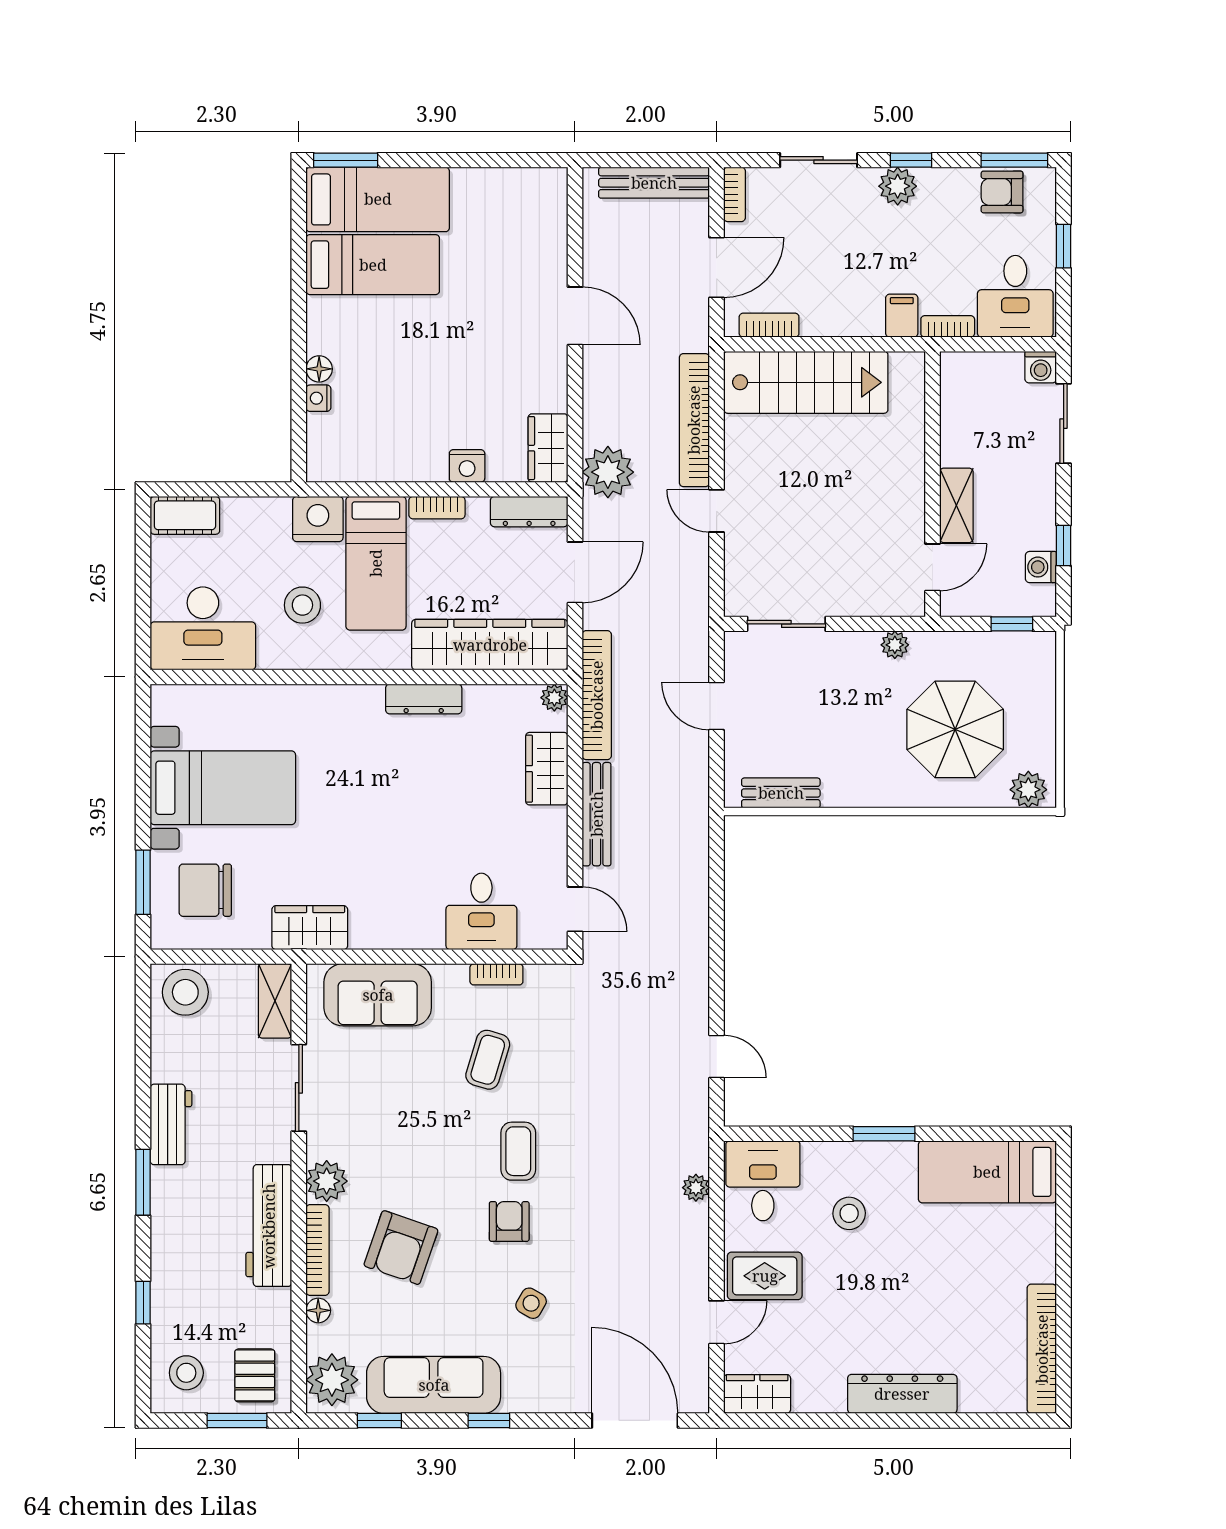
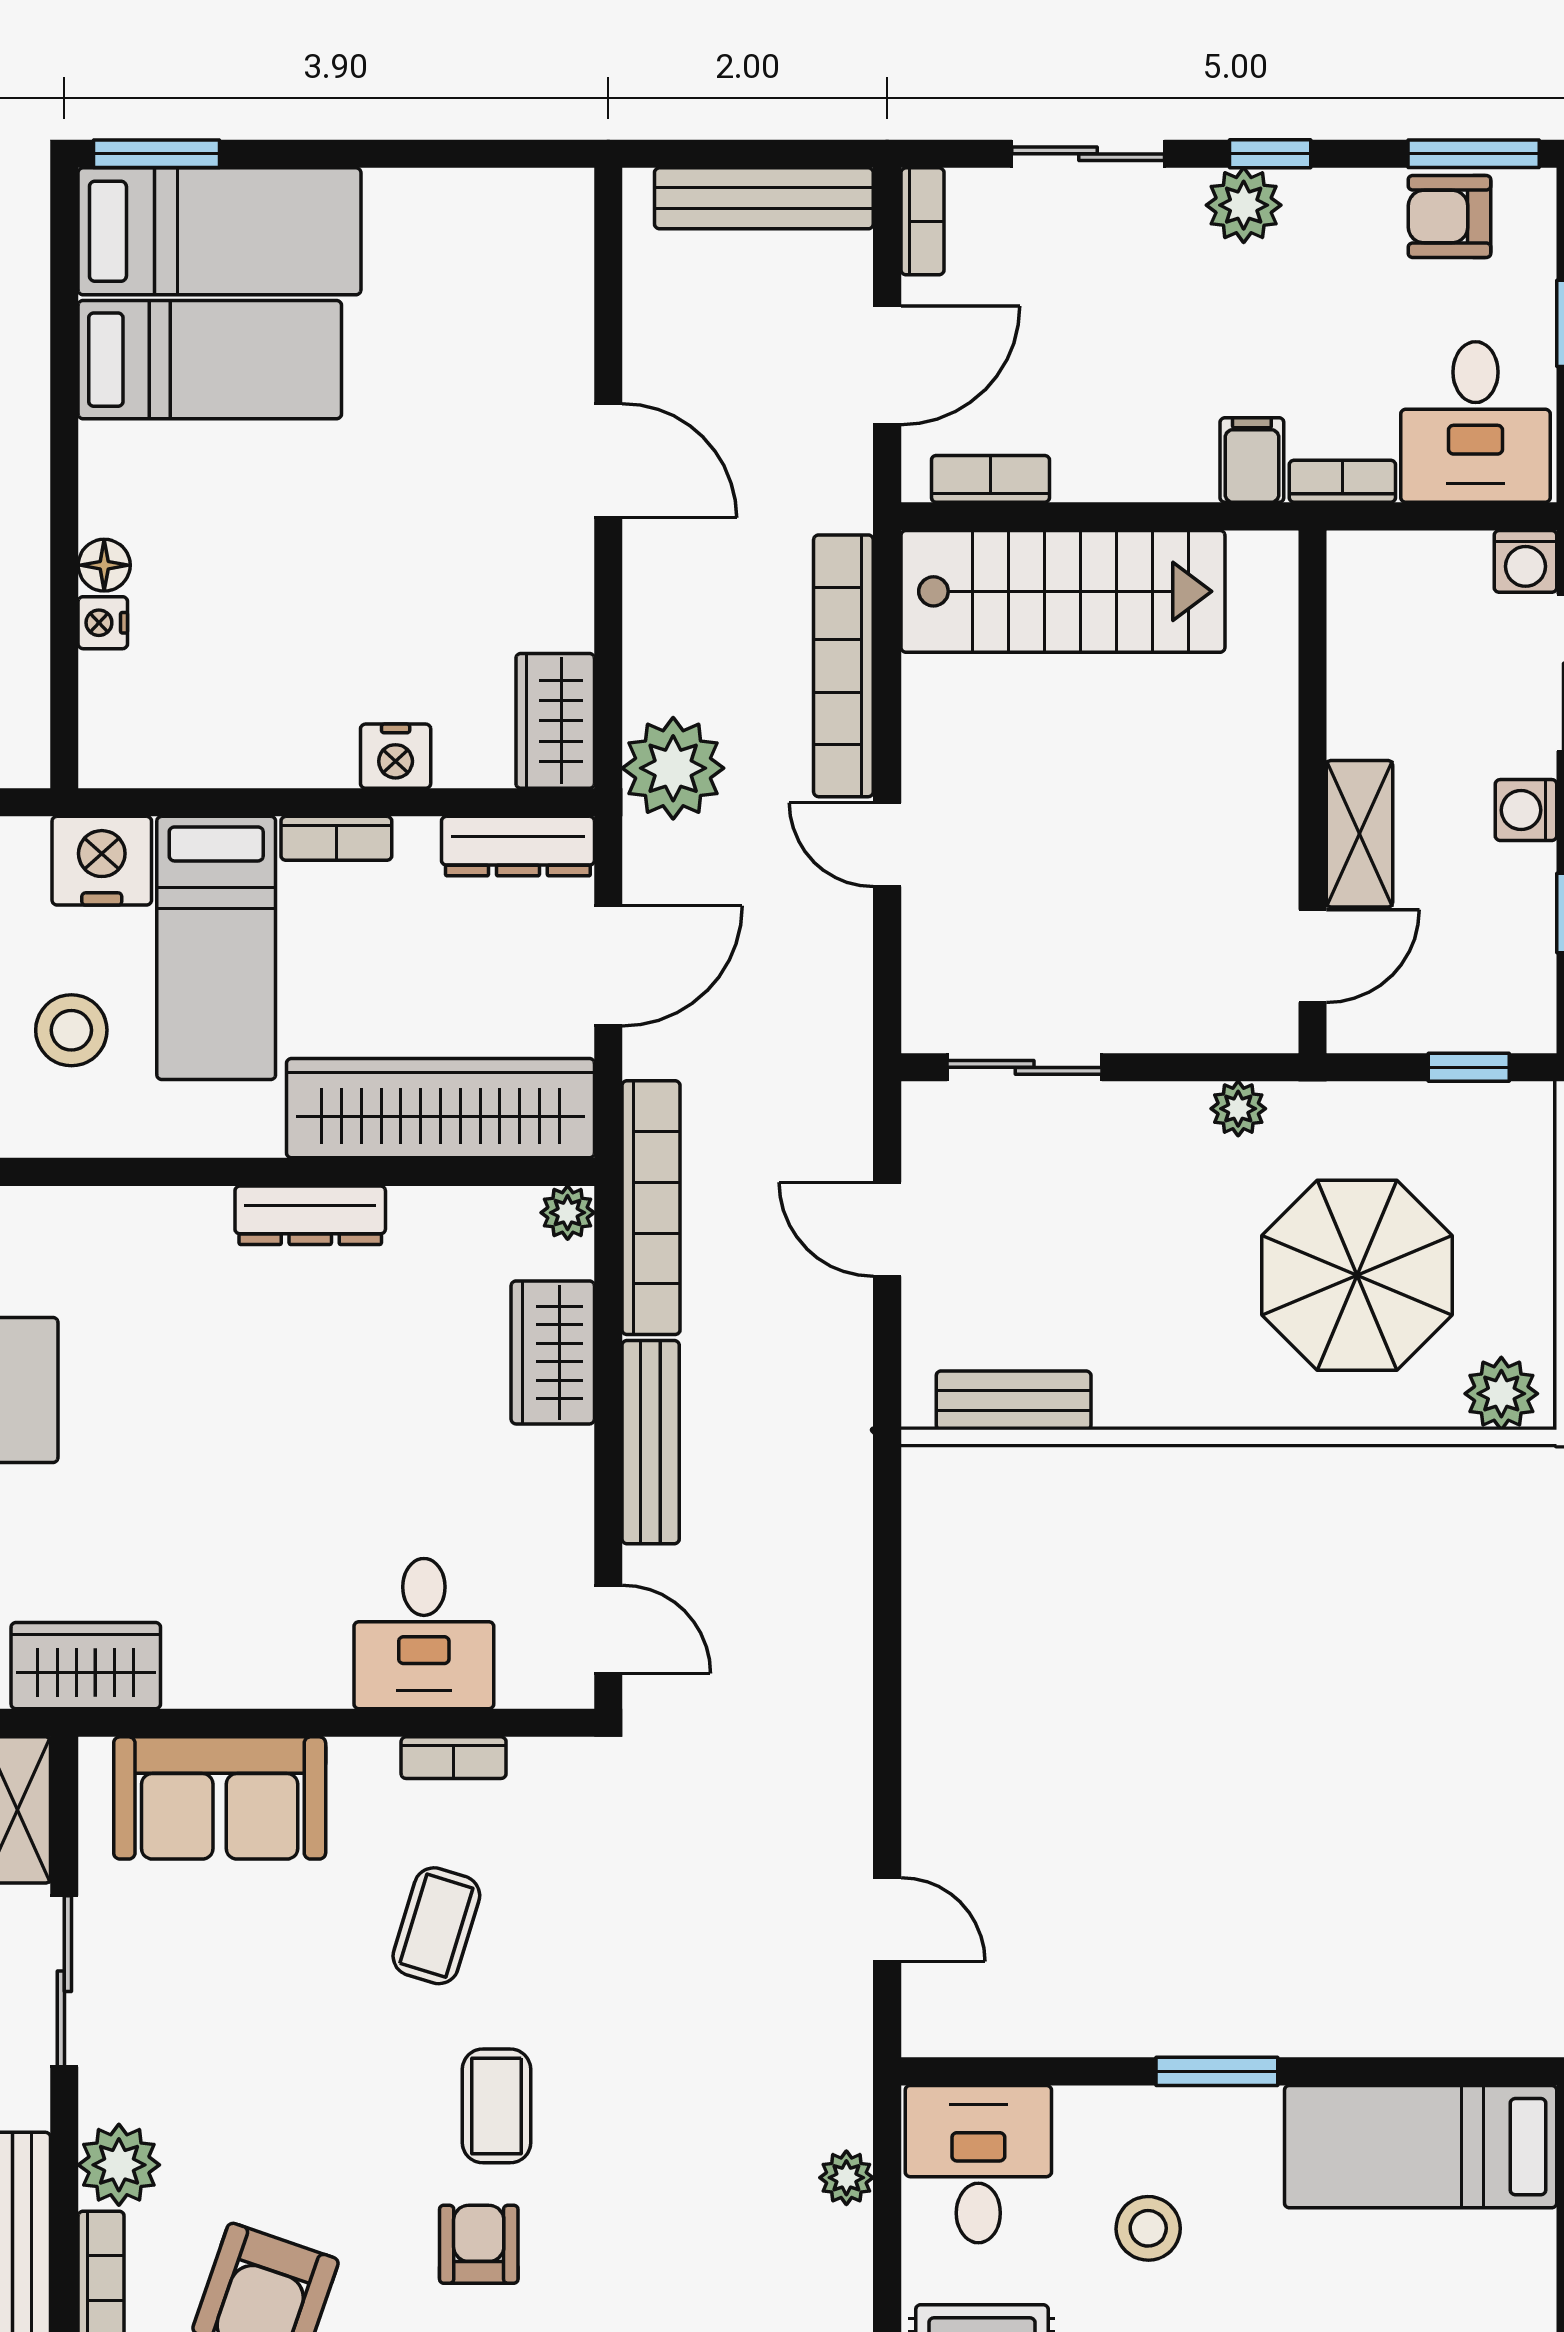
washing machine: (1041, 567) -> (1526, 810), moved

